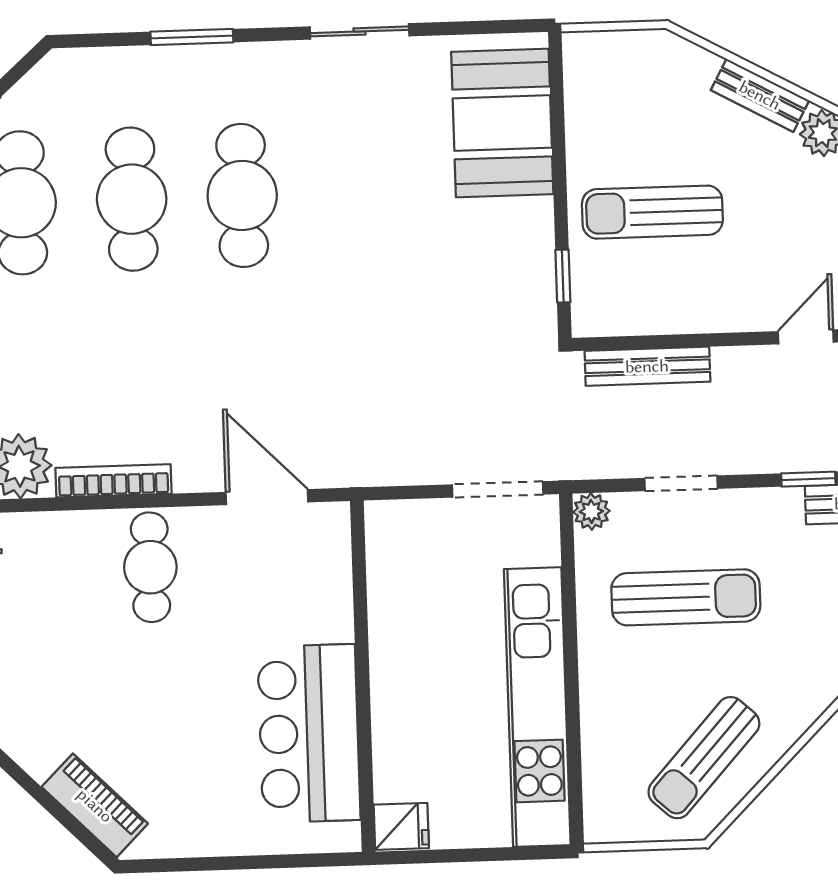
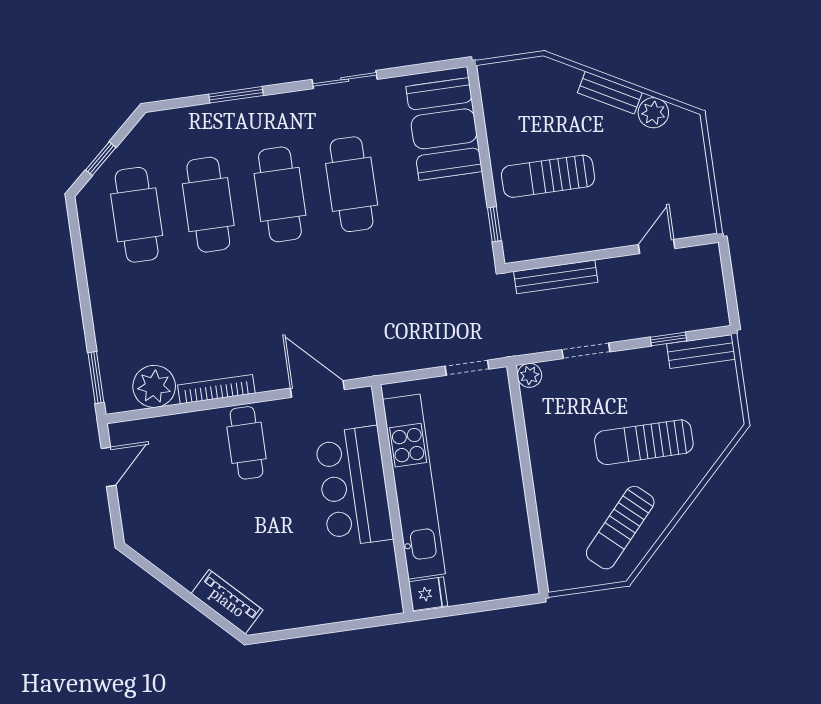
cafe table: (353, 192) -> (352, 184), added
doorway: (498, 489) -> (467, 368), width x0.73
sun lounger: (686, 597) -> (644, 442), moved, turned 180
kitchen unit: (537, 707) -> (414, 487), moved, turned 180
bar counter: (309, 733) -> (354, 486), moved

